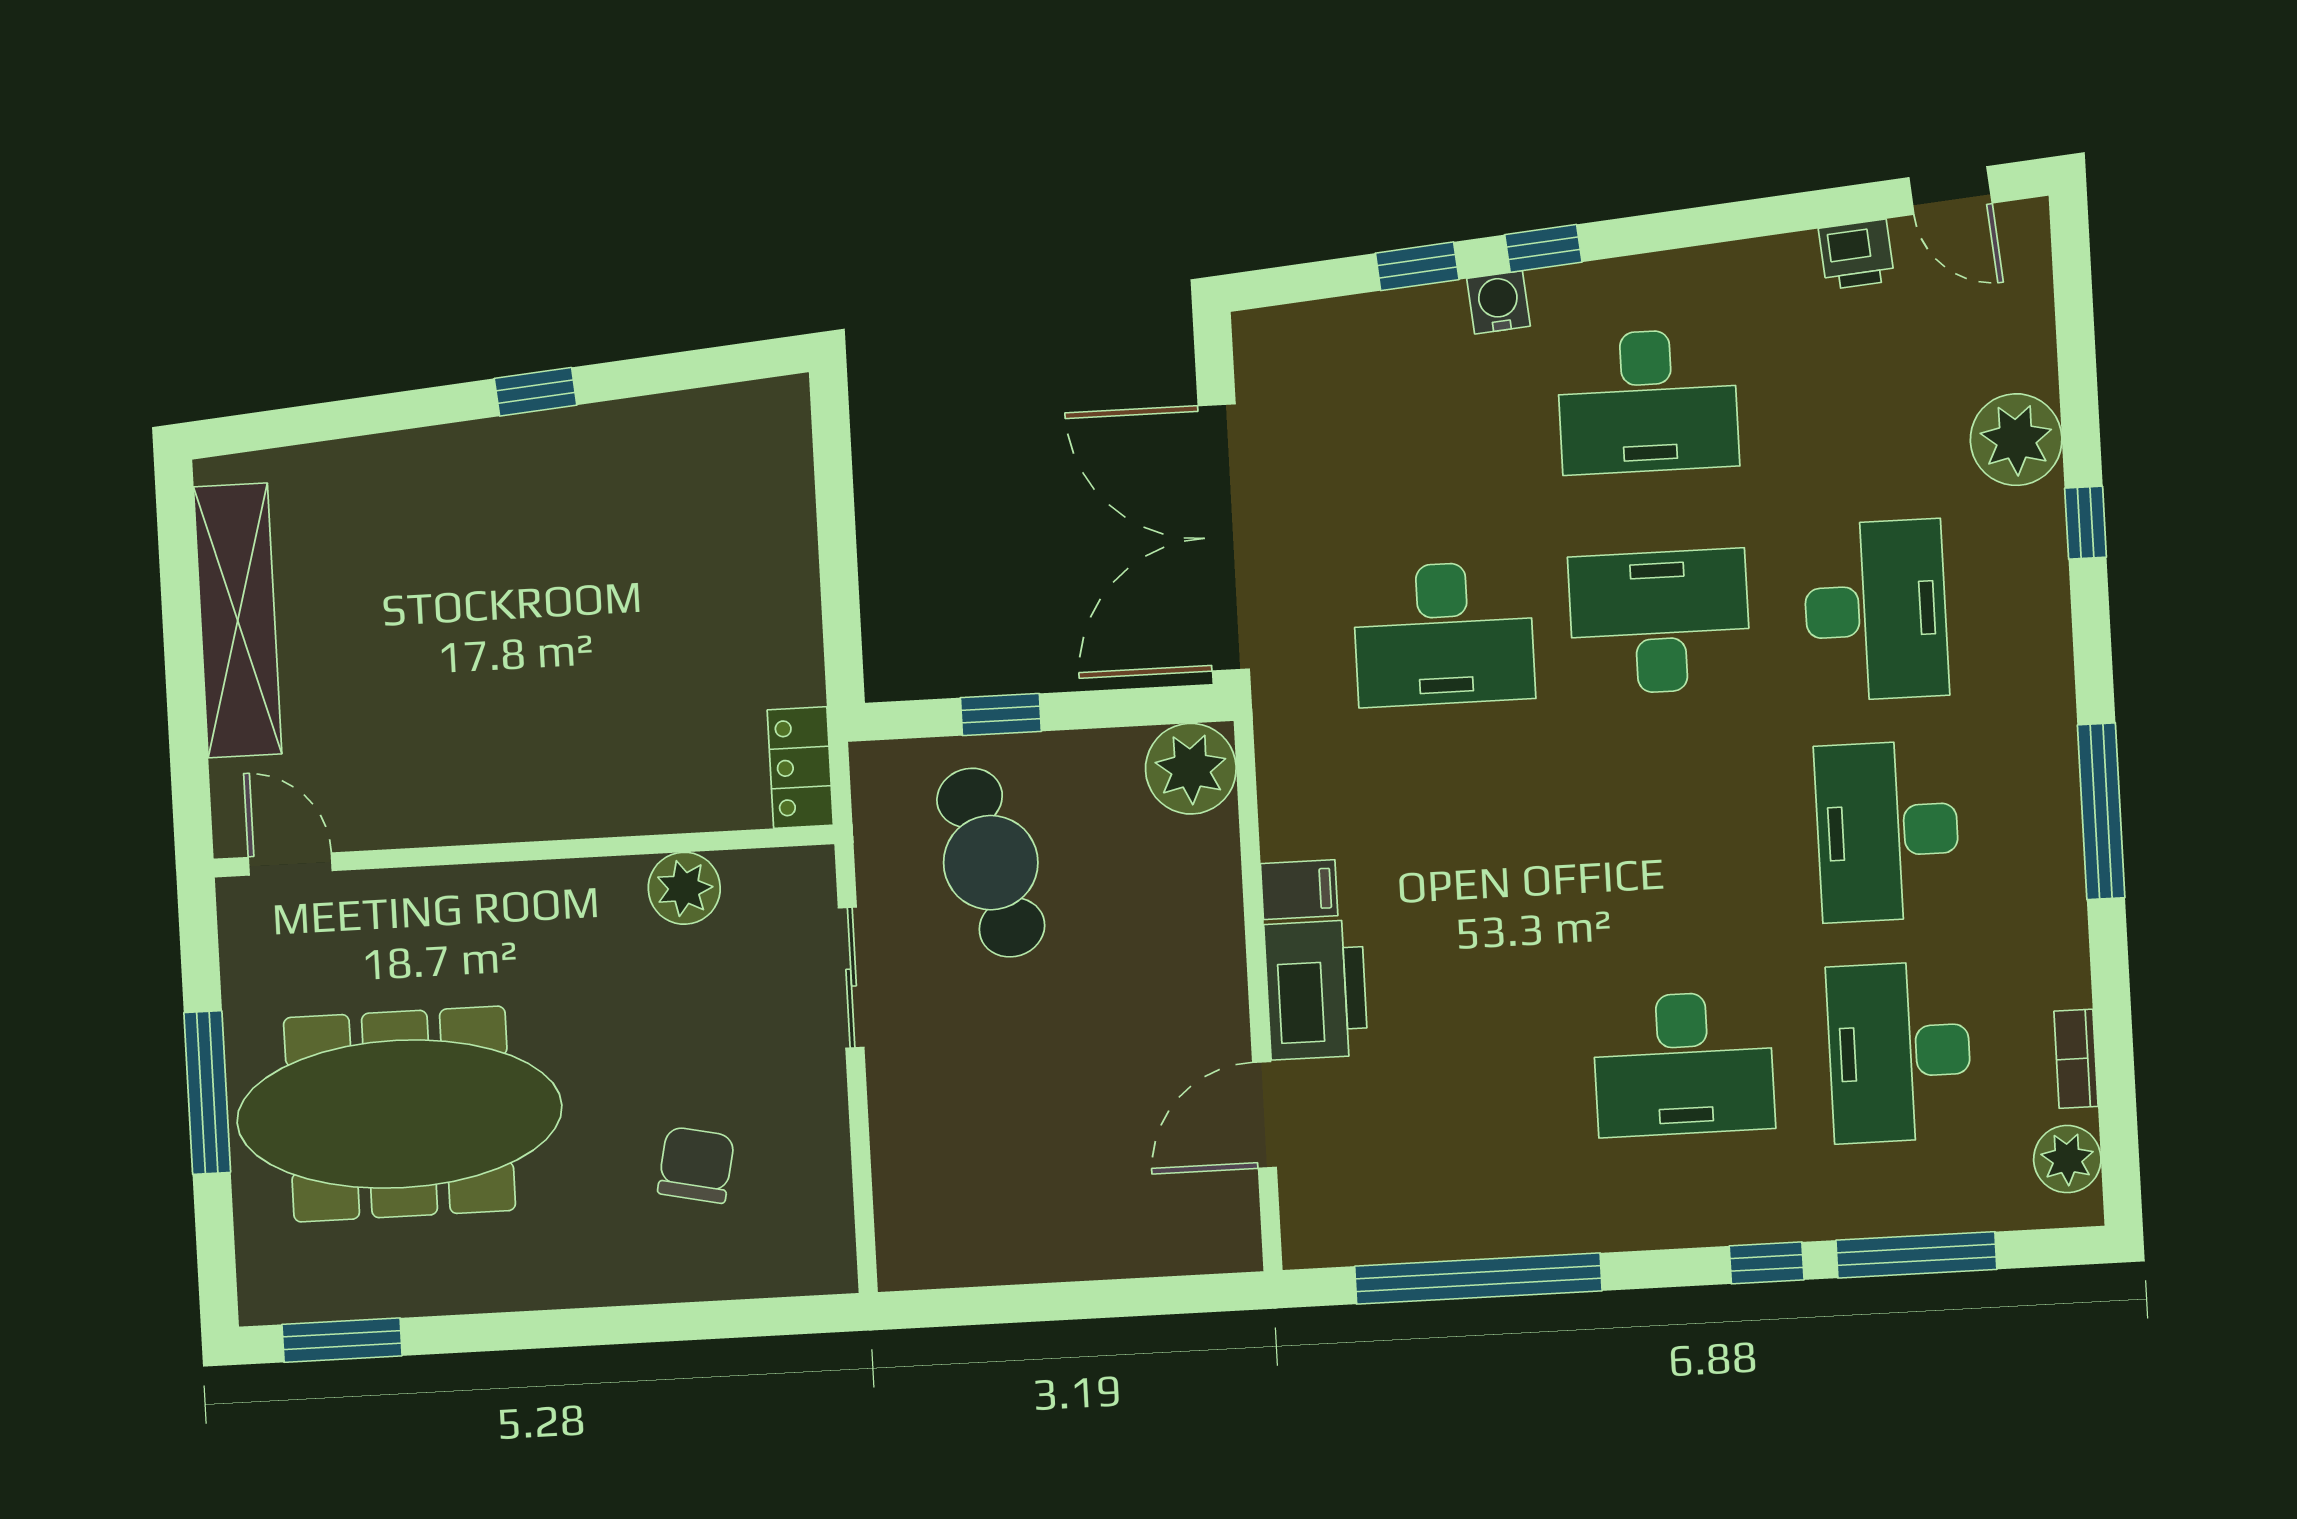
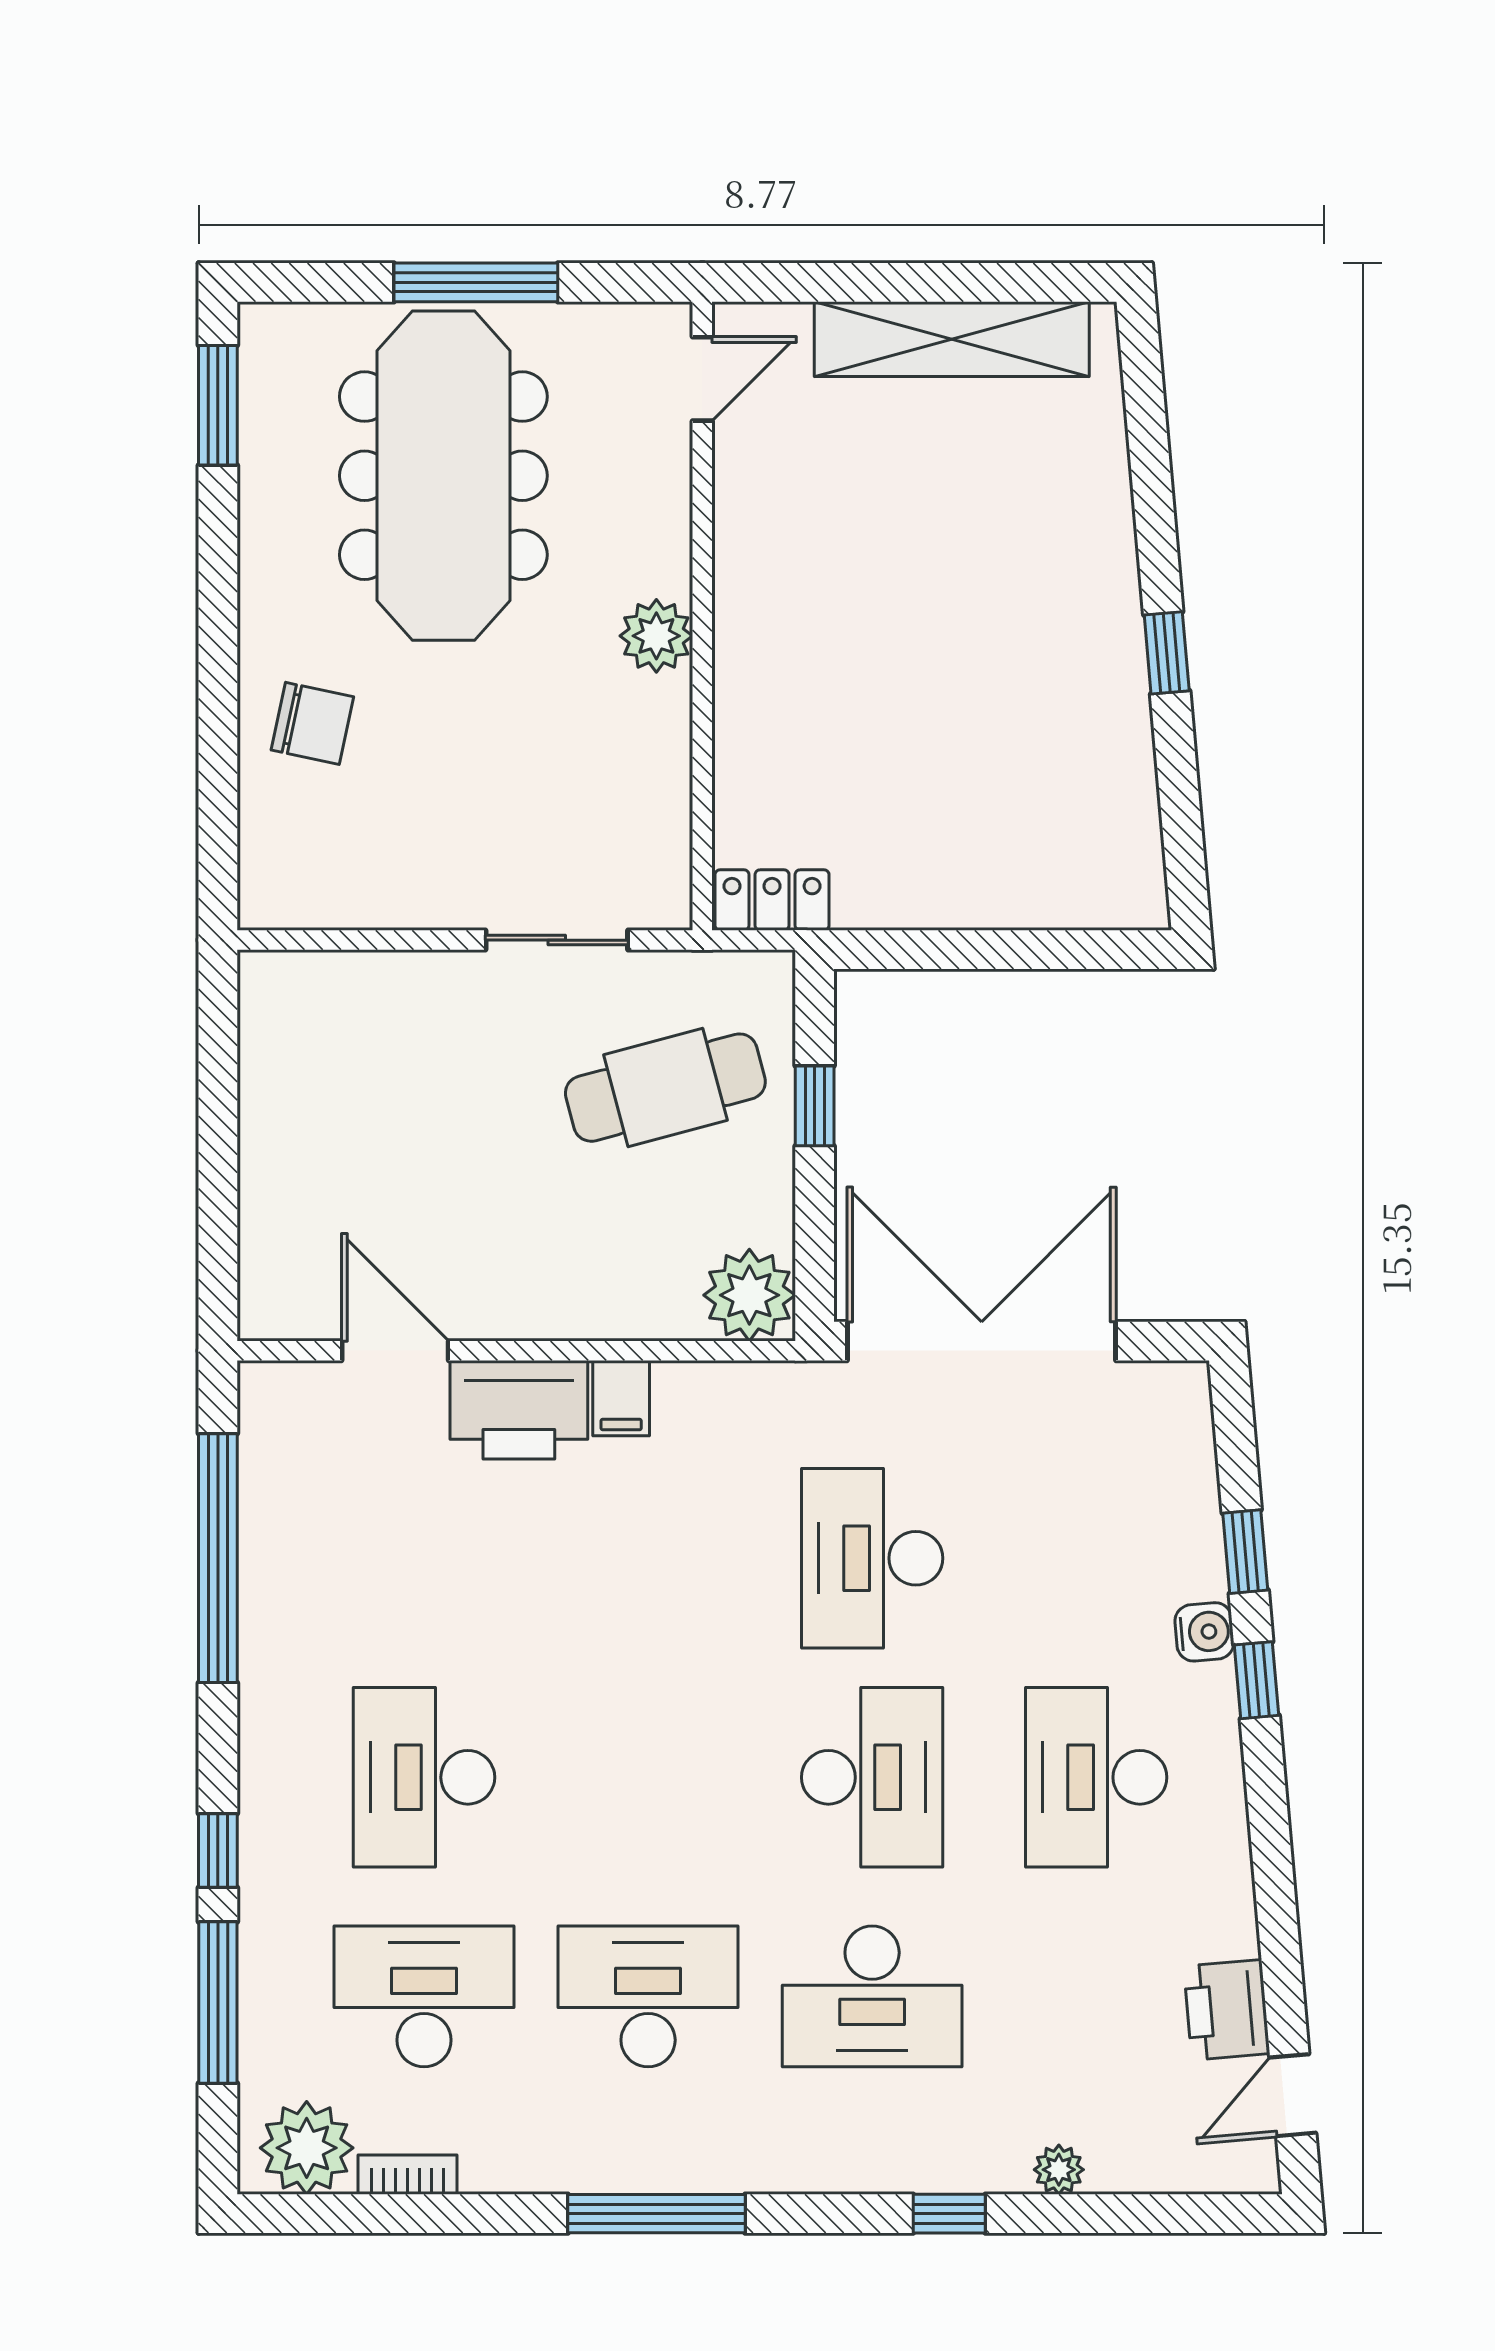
printer: (1857, 254) -> (1227, 2010), width x1.36, depth x1.24
plant: (2016, 440) -> (1059, 2170), width x0.53, depth x0.53
plant: (684, 888) -> (656, 636), moved
plant: (2067, 1159) -> (307, 2148), width x1.36, depth x1.36
chair: (696, 1165) -> (312, 723), moved

